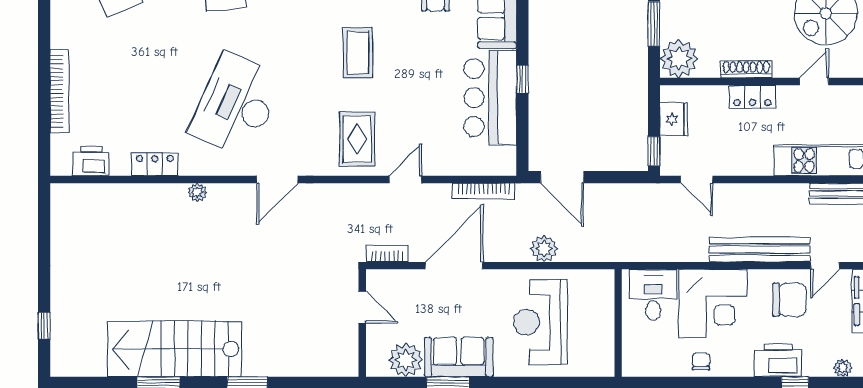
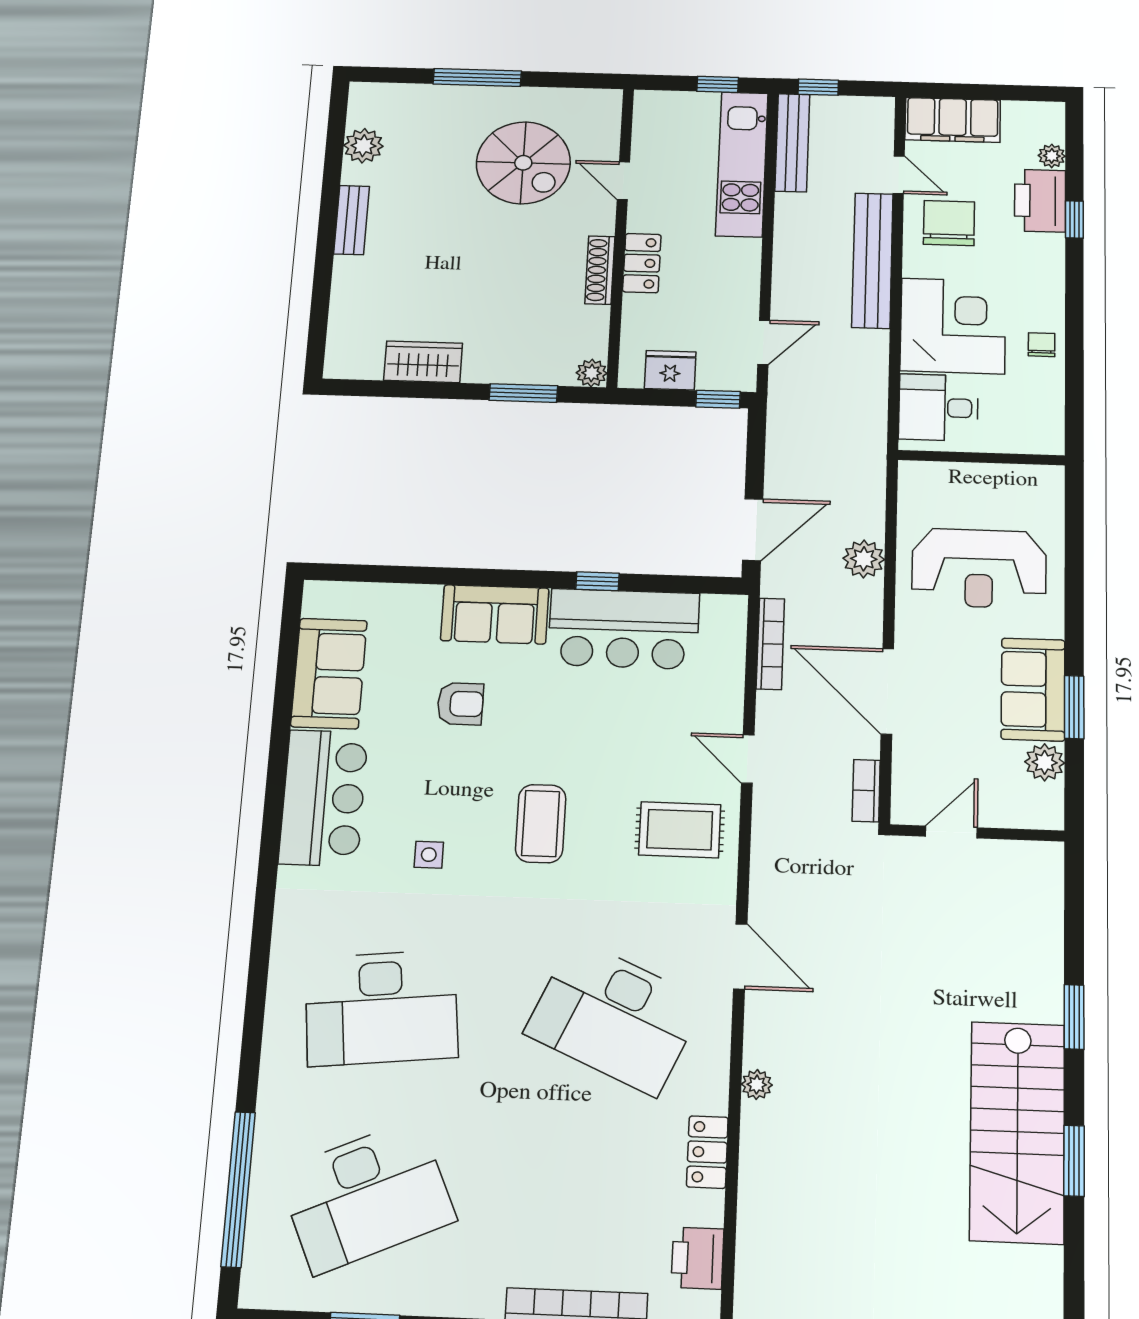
coffee table: (358, 53) -> (541, 824), turned 90
plant: (679, 59) -> (592, 373), width x0.53, depth x0.53
plant: (406, 360) -> (1045, 762), width x0.73, depth x0.73
printer: (778, 360) -> (1040, 201), moved
chair: (701, 361) -> (1042, 345), turned 90

